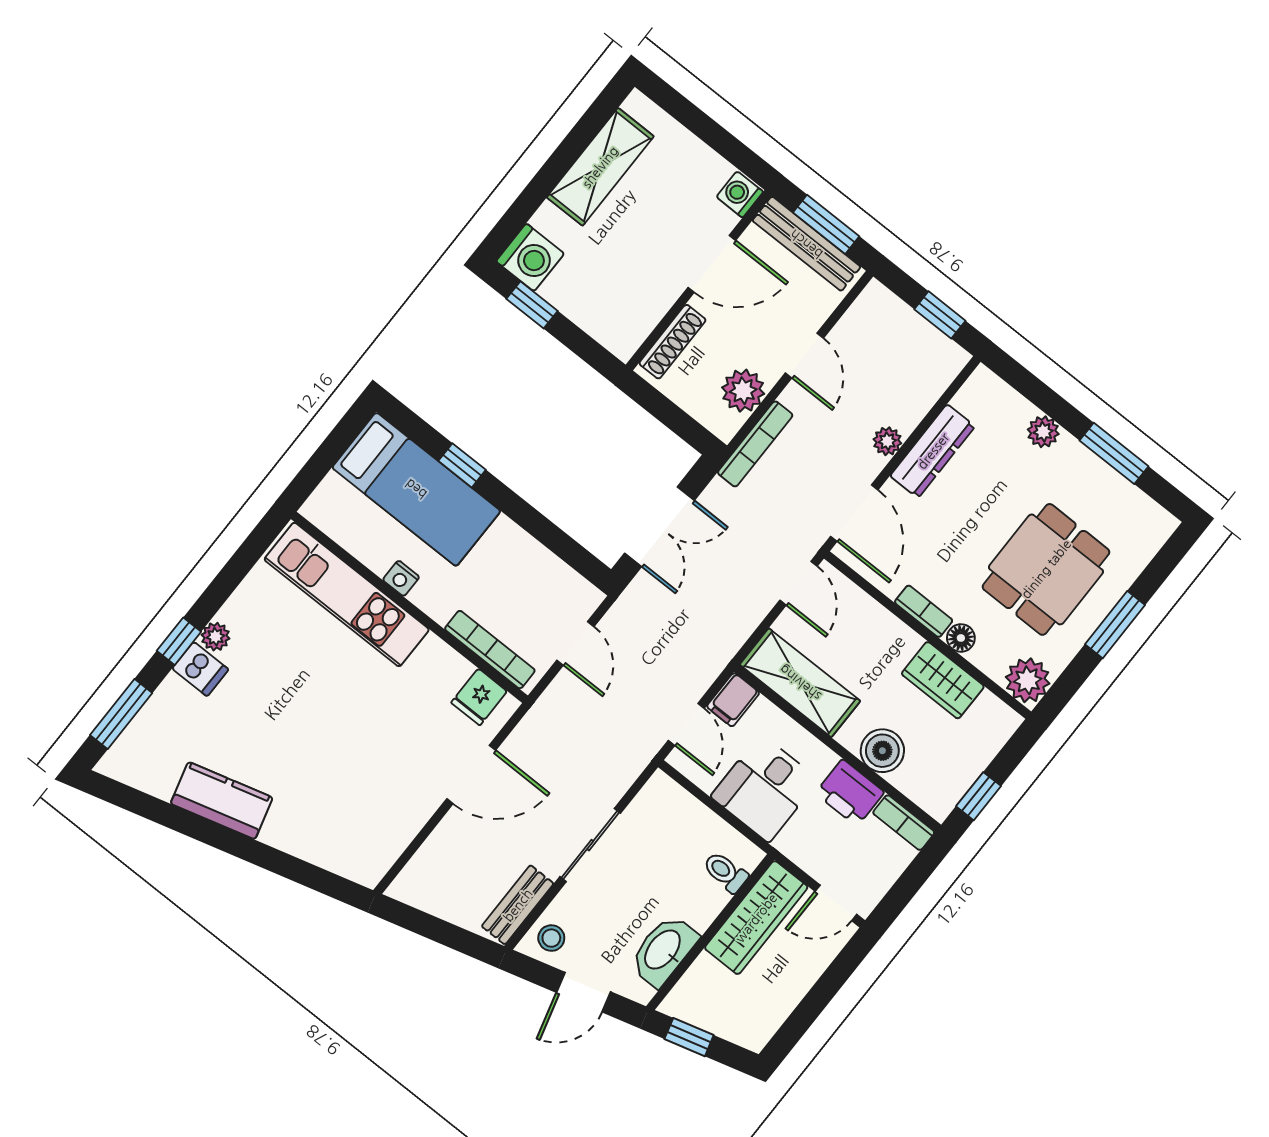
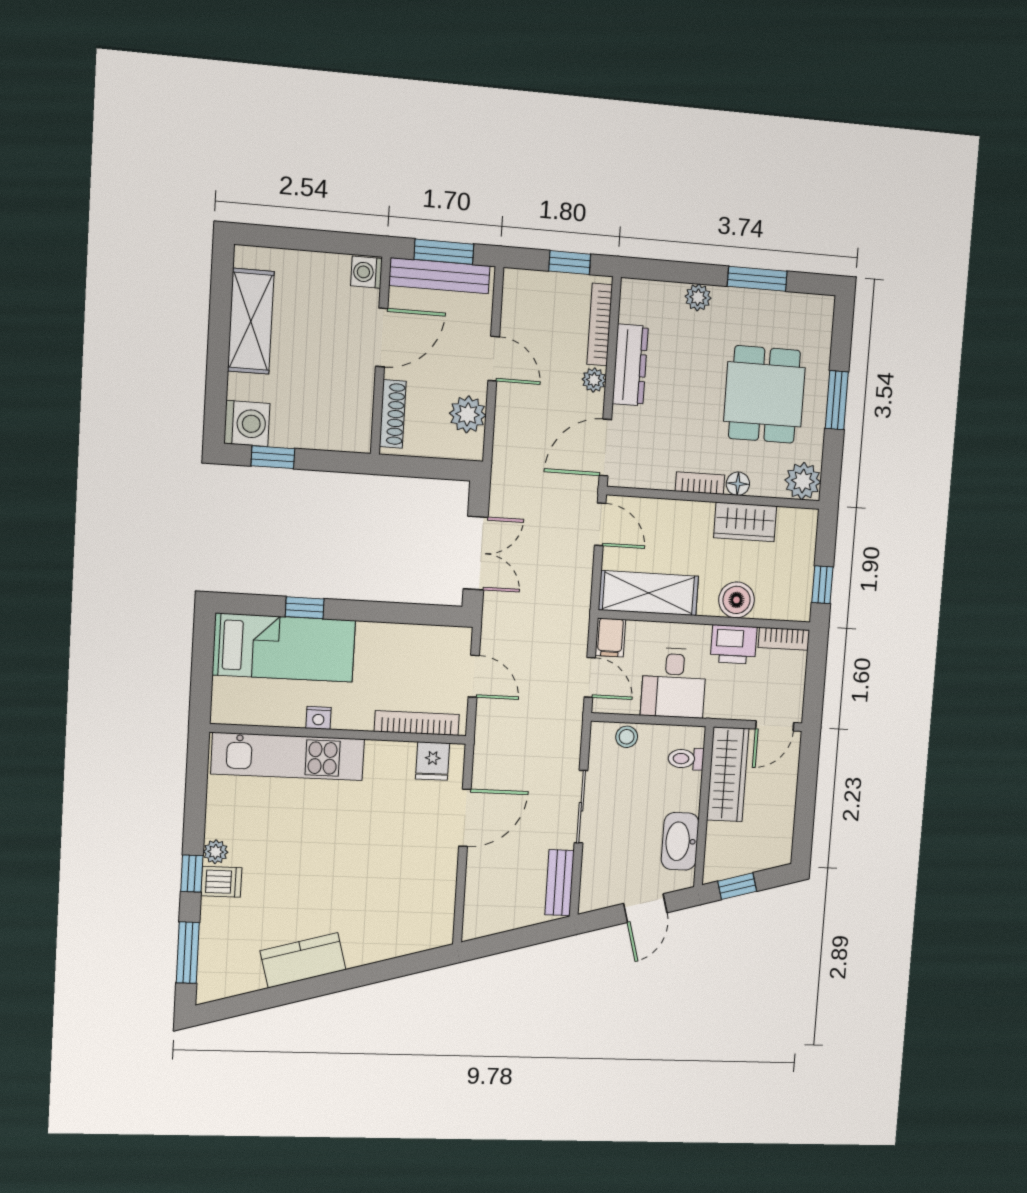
bookcase: (755, 444) -> (600, 325), moved, turned 180
door: (854, 513) -> (605, 447), swing flipped
stool: (551, 938) -> (627, 737), moved

